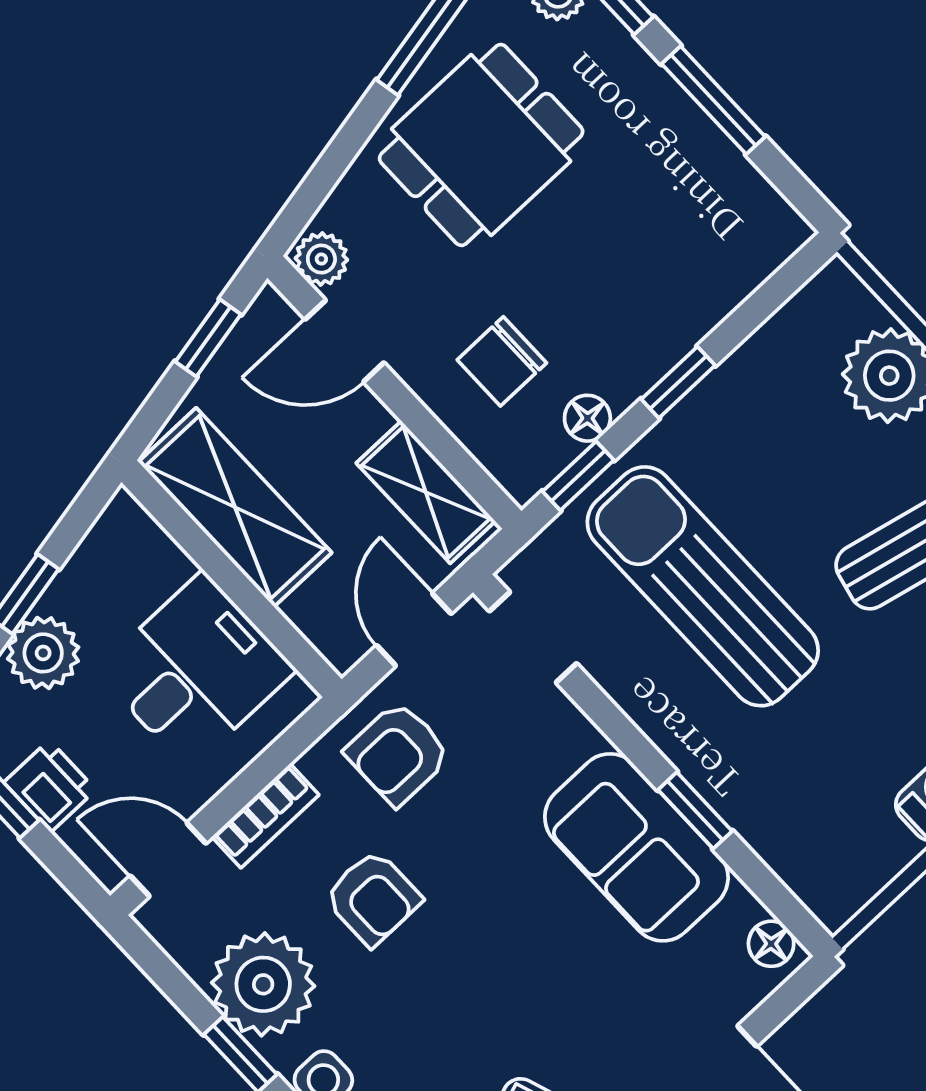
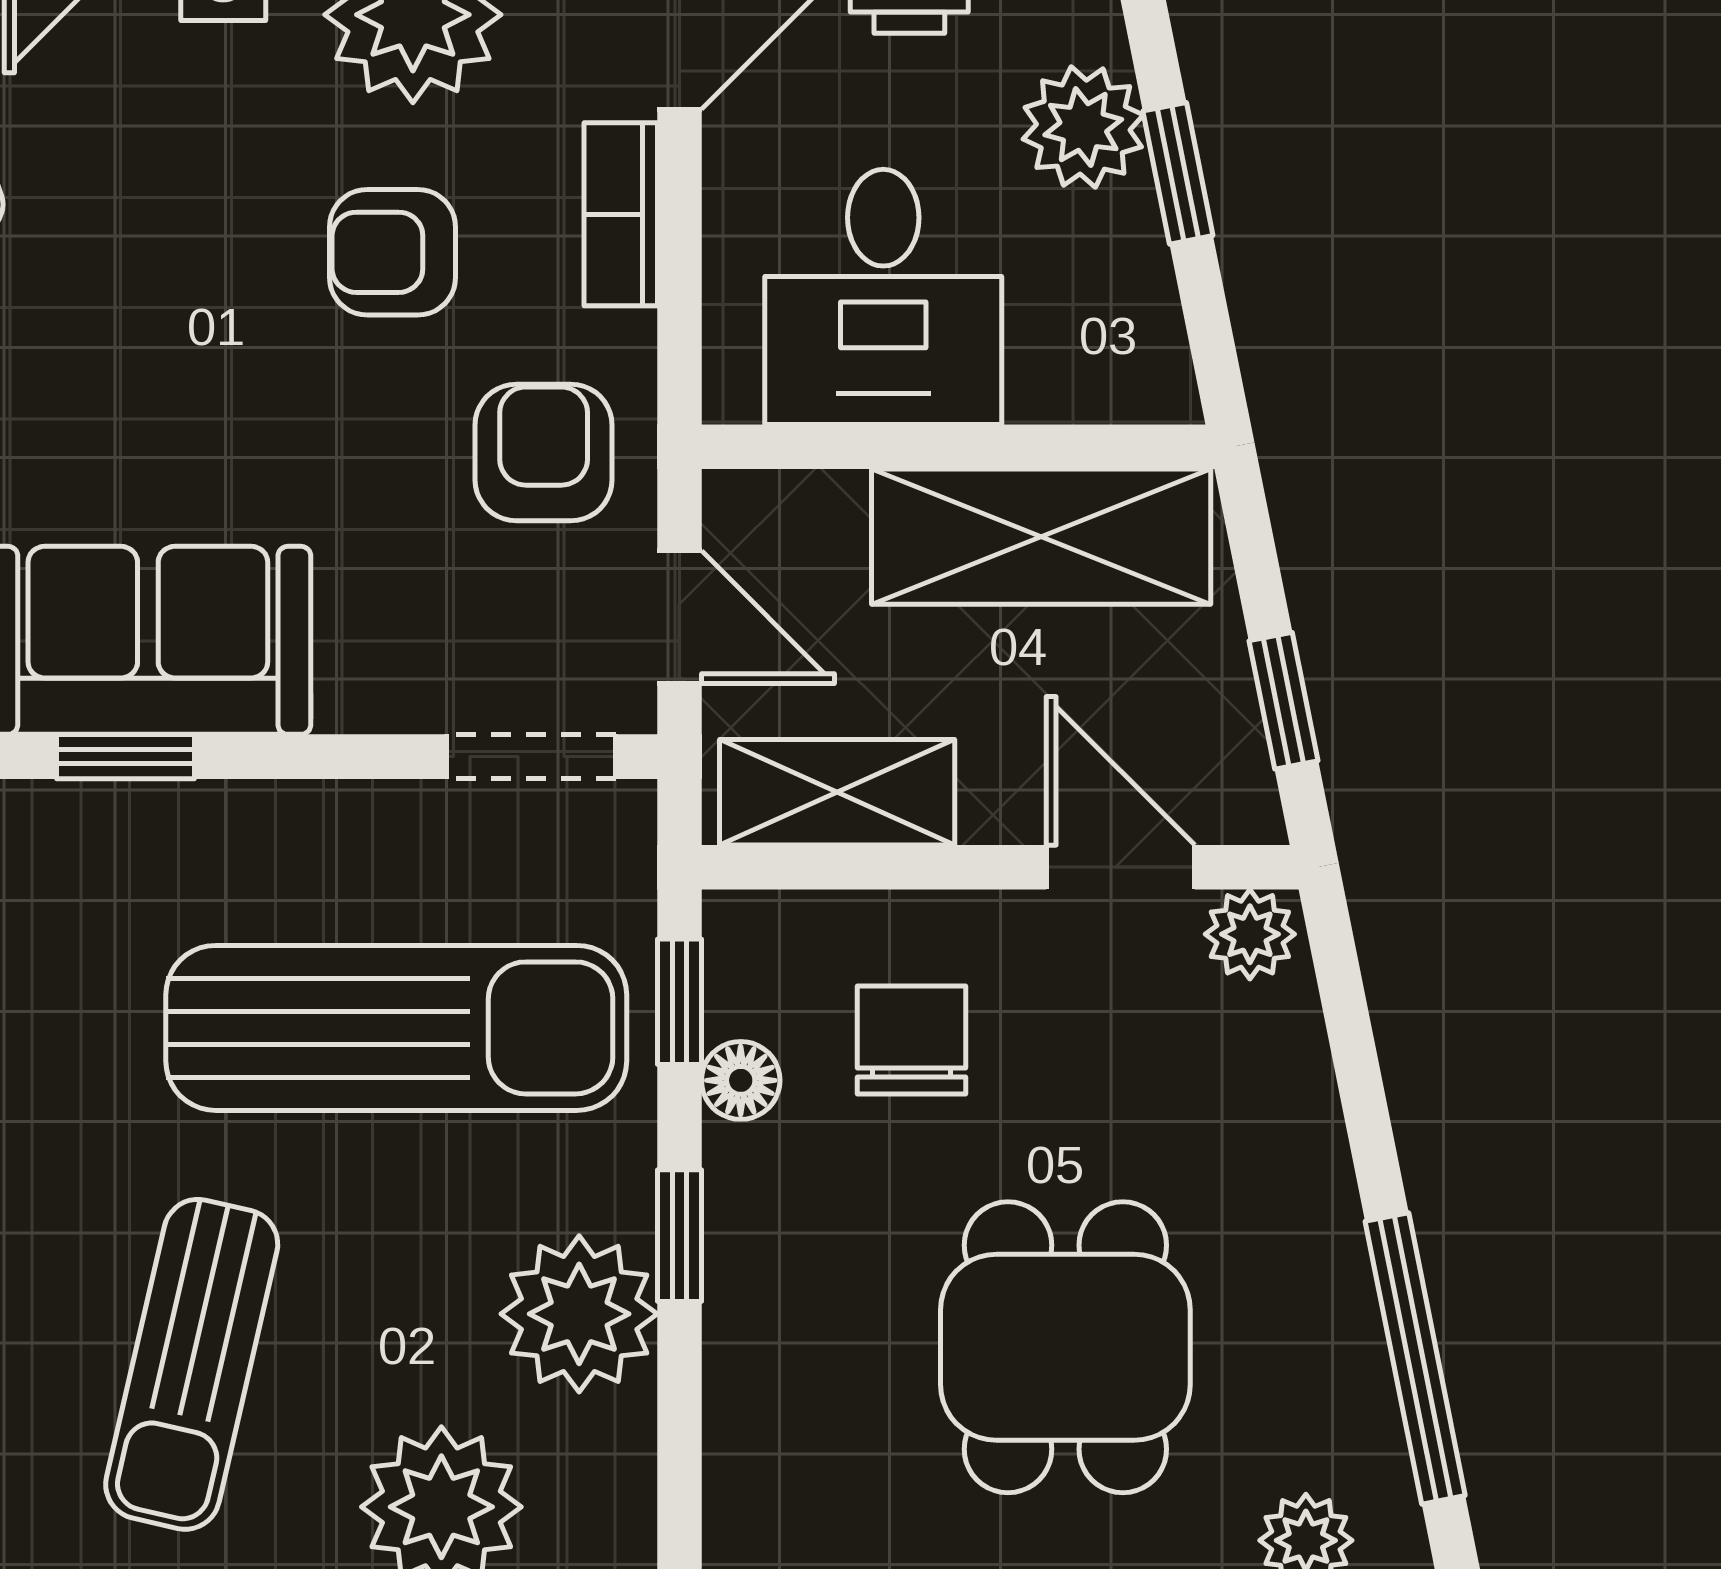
dining table: (481, 145) -> (1065, 1347), moved
door: (345, 341) -> (1121, 867), hinge flipped
plant: (752, 394) -> (579, 1314), added

